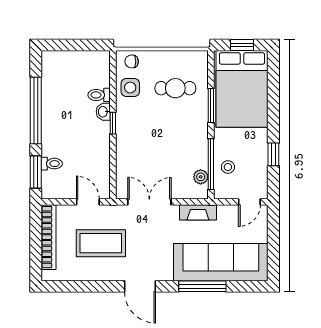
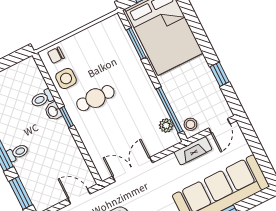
cafe table: (175, 88) -> (95, 98), moved
window: (211, 106) -> (136, 44), moved
toilet: (52, 164) -> (18, 152), moved
stool: (228, 167) -> (190, 124), moved
fireplace: (198, 212) -> (193, 151), moved

